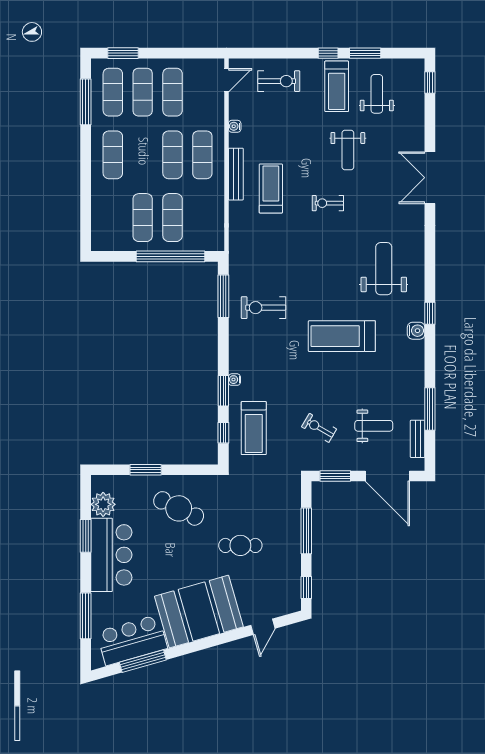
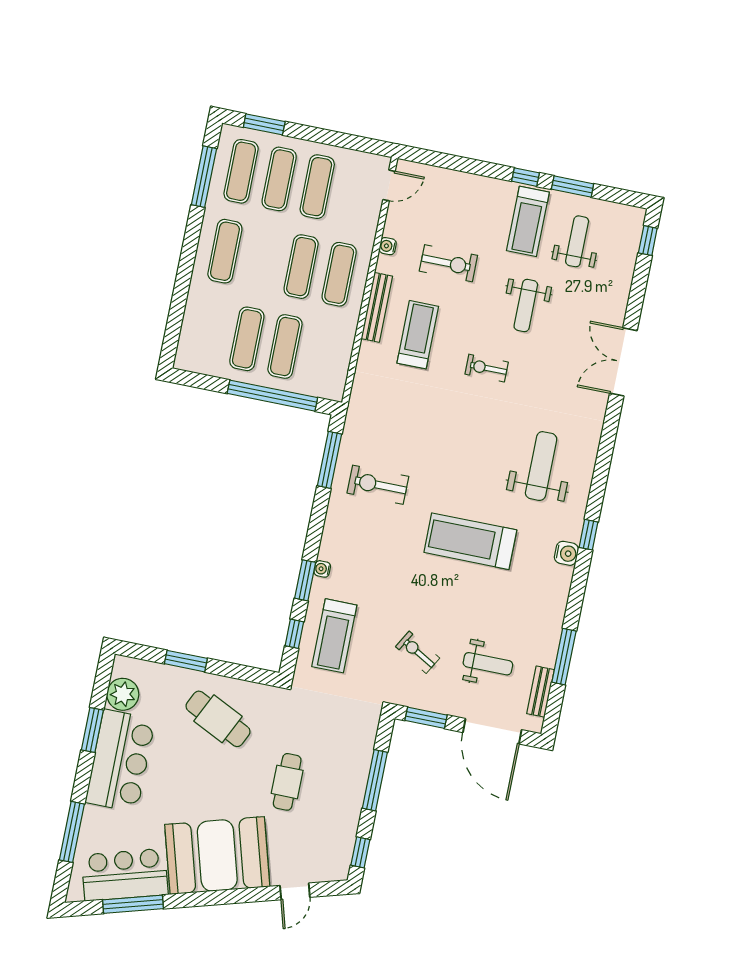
exercise bike: (279, 81) -> (448, 263), moved
cafe table: (240, 545) -> (287, 782), turned 90

